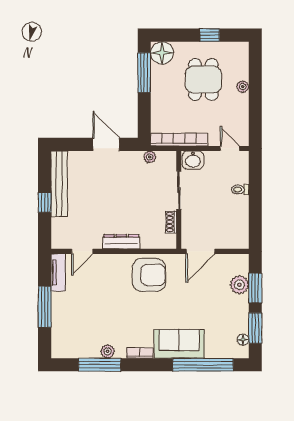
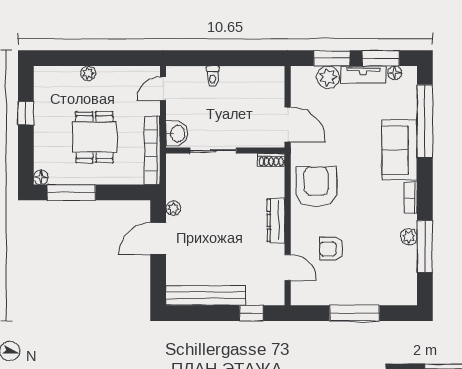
floor lamp: (162, 53) -> (41, 177), width x0.53, depth x0.53
dining table: (203, 79) -> (94, 137), moved, turned 90
plant: (150, 157) -> (173, 208), moved
window: (45, 203) -> (251, 313), moved
shoe rack: (171, 222) -> (271, 160), moved
tv unit: (58, 272) -> (364, 75), moved, turned 180
armchair: (98, 287) -> (331, 249), added

